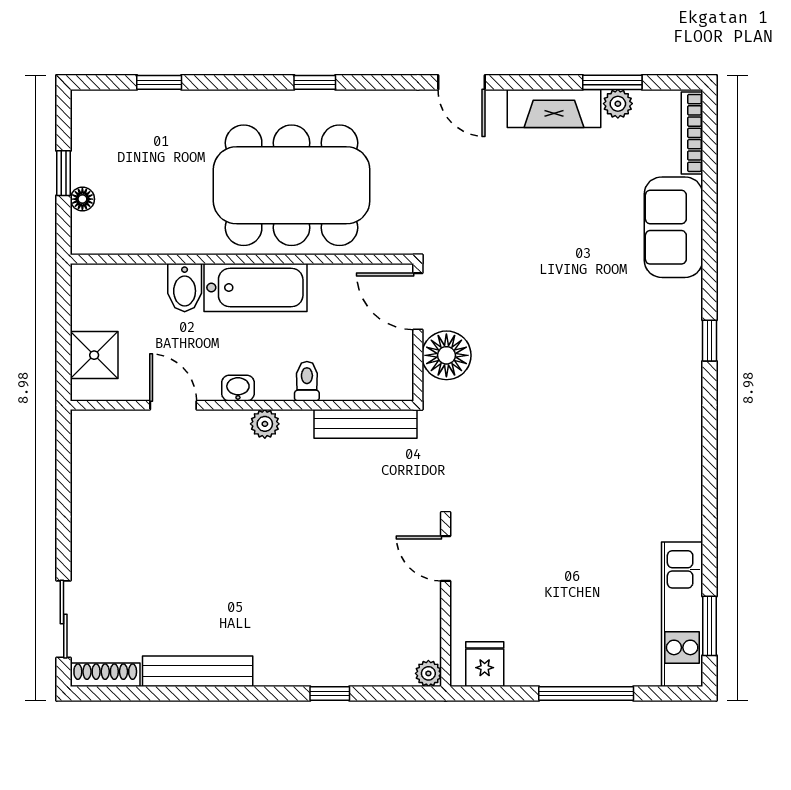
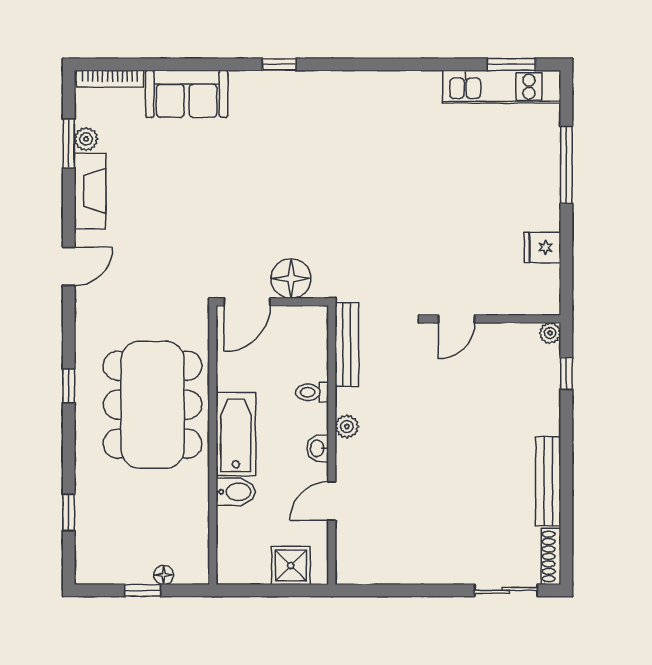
door: (446, 559) -> (456, 319), moved
wall: (446, 604) -> (493, 319), moved
plant: (428, 673) -> (550, 333), moved

